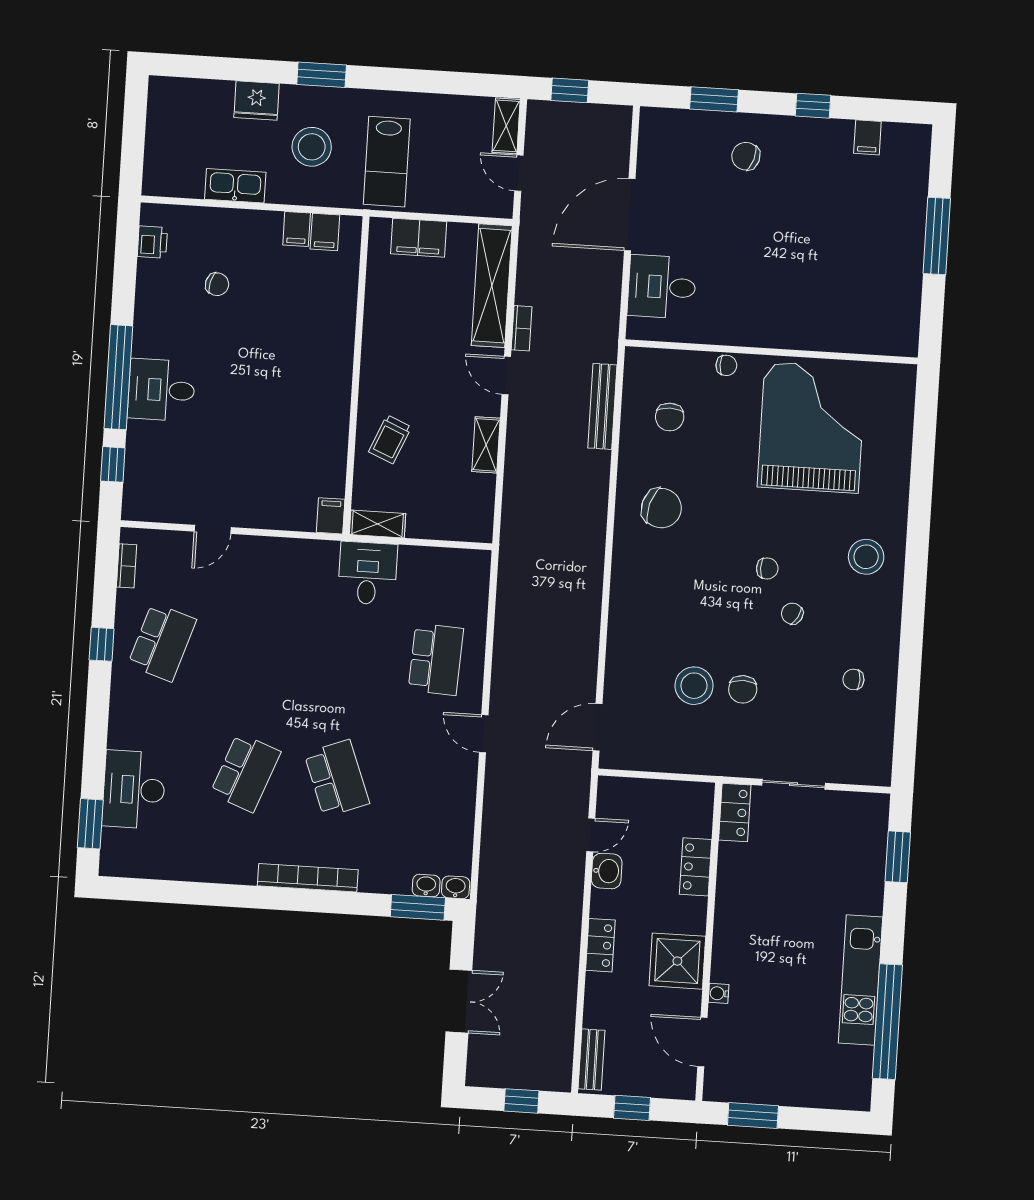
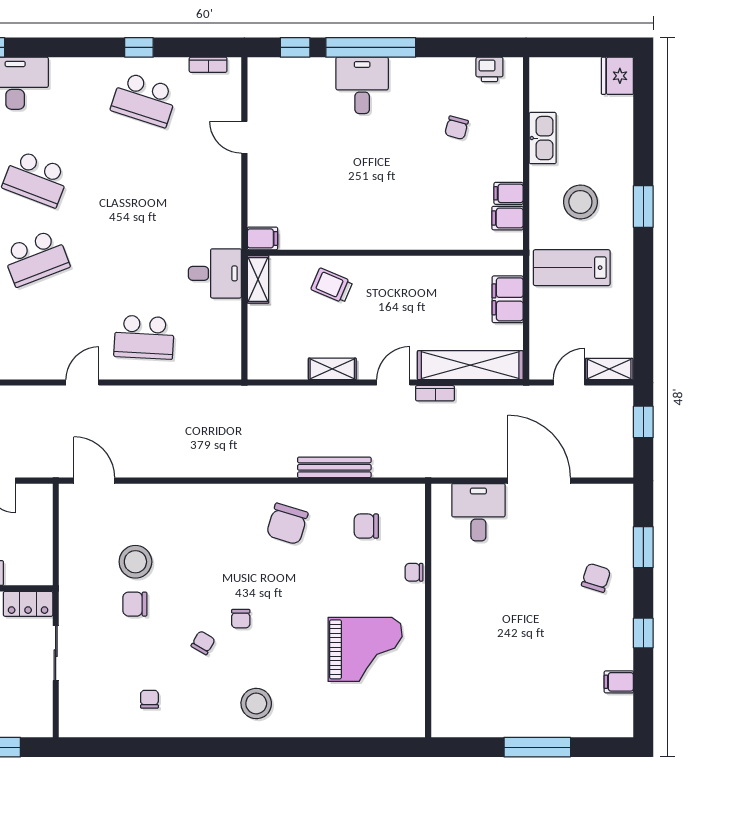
fridge: (257, 101) -> (617, 76), moved
chair: (726, 365) -> (414, 572), turned 90
bench: (602, 406) -> (334, 467), moved
grand piano: (812, 427) -> (365, 649), width x0.73, depth x0.68

